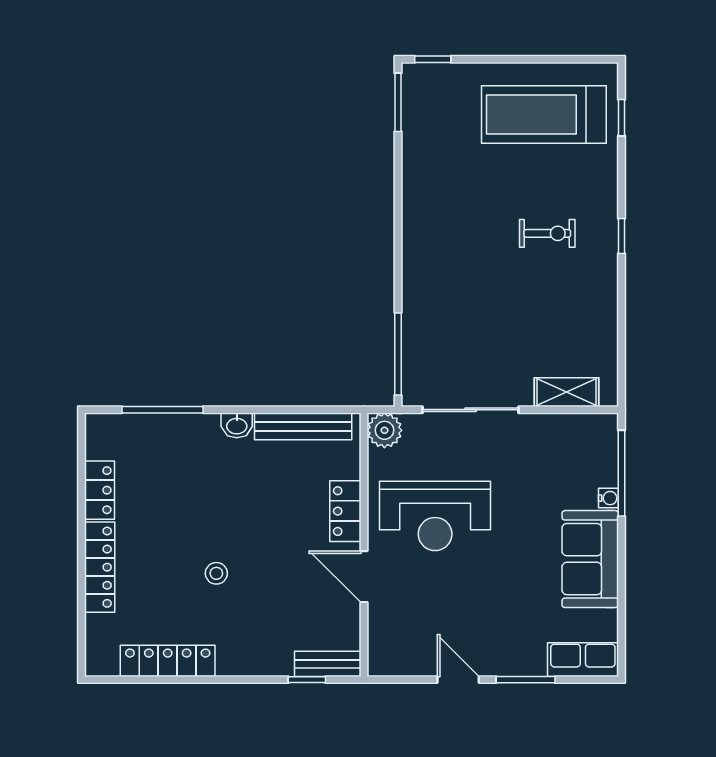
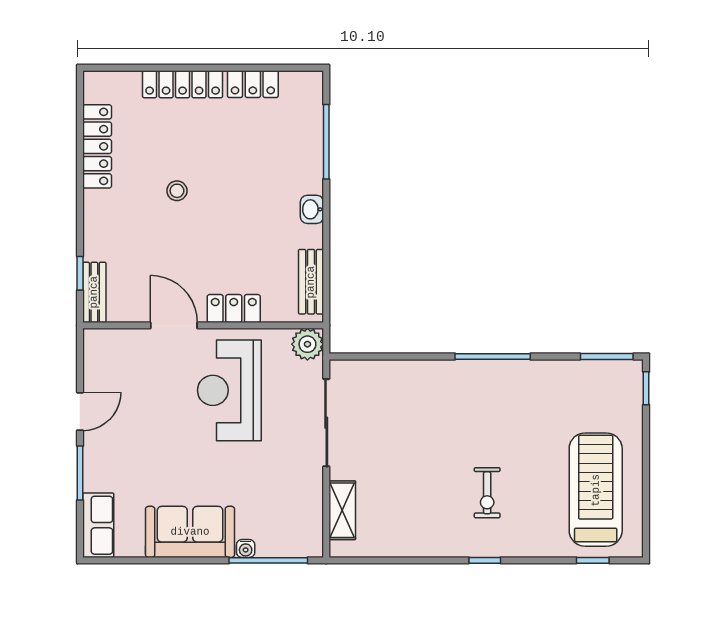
window: (398, 354) -> (493, 357), moved
bench: (303, 426) -> (311, 282), width x0.73
door: (364, 577) -> (174, 325), hinge flipped

